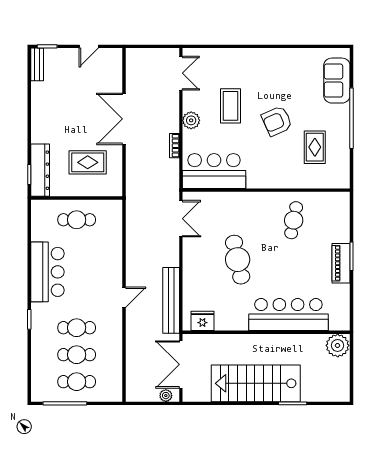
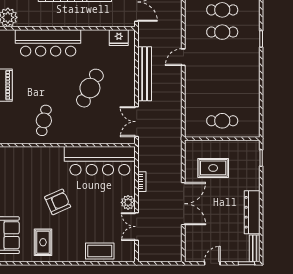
double door: (181, 73) -> (137, 227), moved
coffee table: (230, 106) -> (100, 251), moved, turned 90
rug: (315, 147) -> (43, 242), moved
dresser: (40, 170) -> (252, 212), moved
bar counter: (214, 171) -> (100, 161), width x1.36
cafe table: (238, 260) -> (90, 88), turned 39
bar counter: (47, 272) -> (246, 78), removed
bench: (171, 300) -> (145, 74), moved

